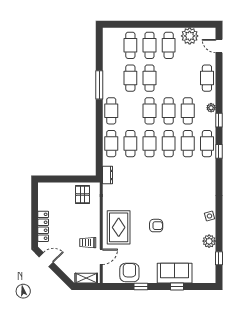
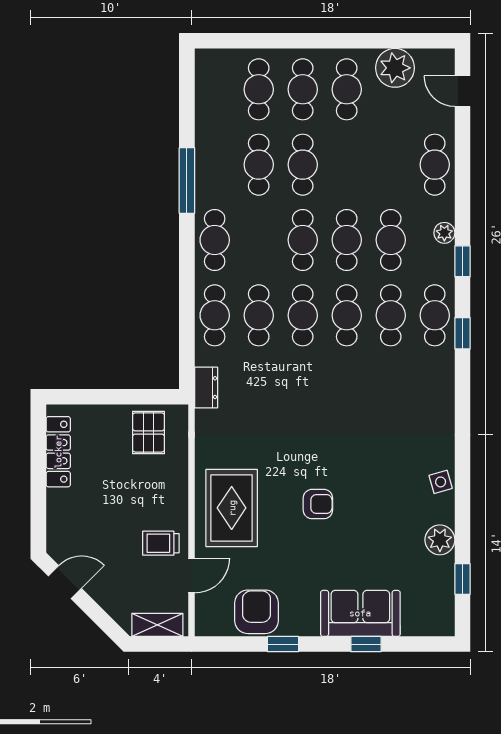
locker: (43, 226) -> (58, 452), moved

